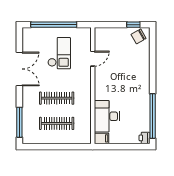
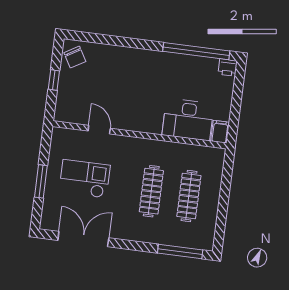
window: (54, 25) -> (41, 181), width x0.47
window: (133, 25) -> (54, 80), moved
double door: (19, 69) -> (83, 239), moved

